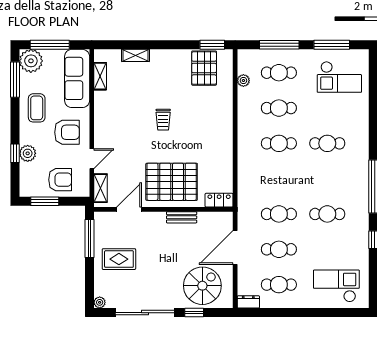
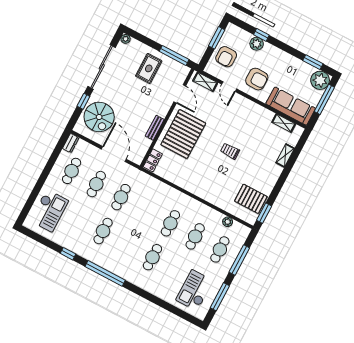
window: (15, 80) -> (313, 62), width x0.69
coffee table: (37, 108) -> (285, 67), removed
armchair: (67, 132) -> (257, 79), turned -90

